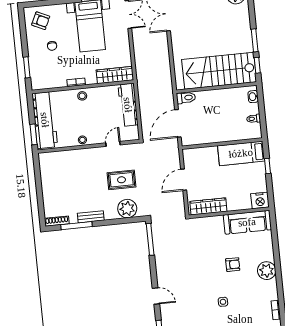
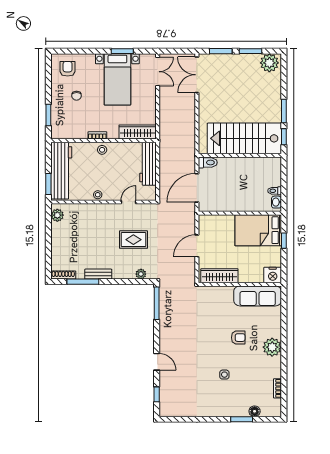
armchair: (41, 21) -> (68, 69), turned -115
washbasin: (253, 97) -> (276, 202), moved
bed: (241, 153) -> (258, 230), width x1.50
plant: (45, 164) -> (57, 215), added
plant: (127, 209) -> (141, 274), width x0.53, depth x0.53

